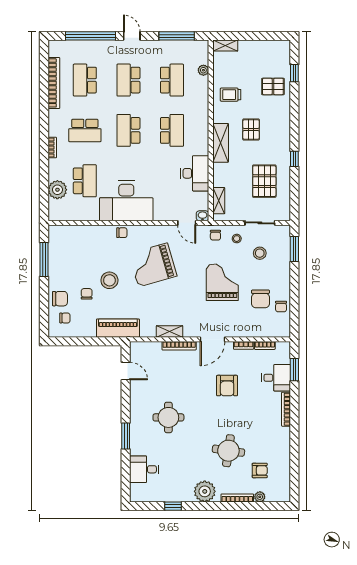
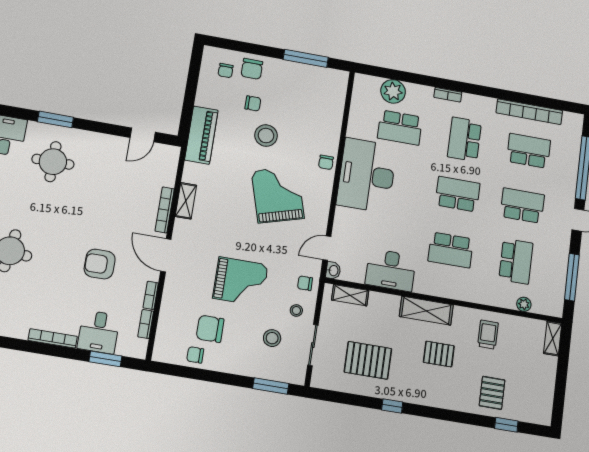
school desk: (172, 80) -> (516, 261), turned -90
round table: (168, 417) -> (53, 162), moved

